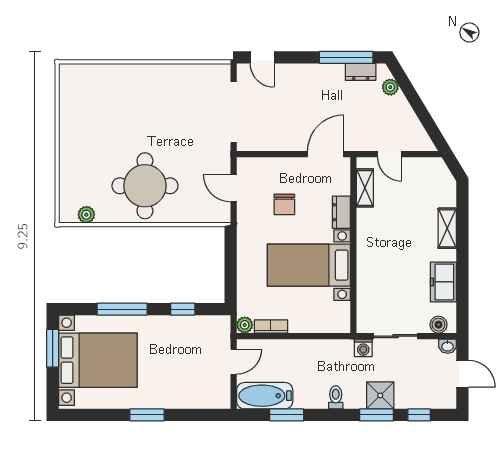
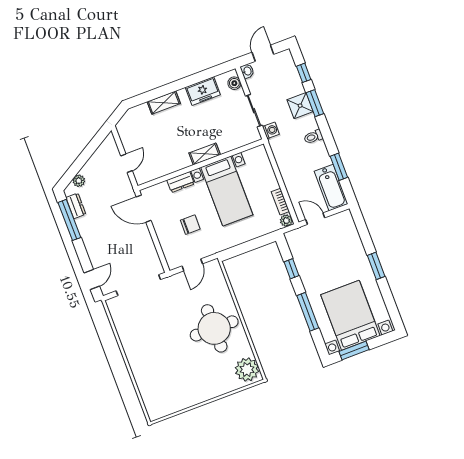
shelving: (365, 188) -> (205, 154), moved
plant: (86, 215) -> (247, 370), width x1.87, depth x1.87

